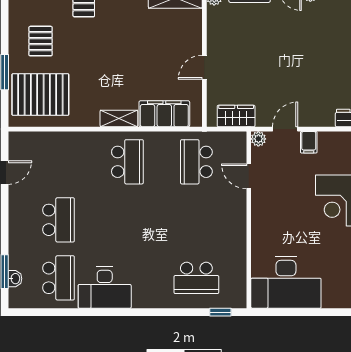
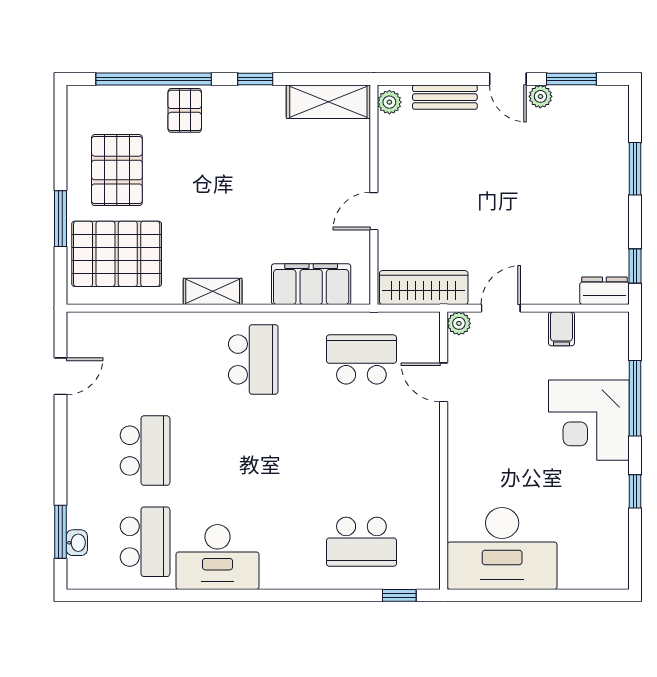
pallet: (41, 41) -> (117, 170), width x1.50, depth x1.42
wardrobe: (236, 116) -> (424, 288), width x1.50
shelving: (119, 118) -> (213, 291), moved
filing cabinet: (309, 142) -> (561, 329), moved
school desk: (196, 162) -> (361, 359), turned 90

